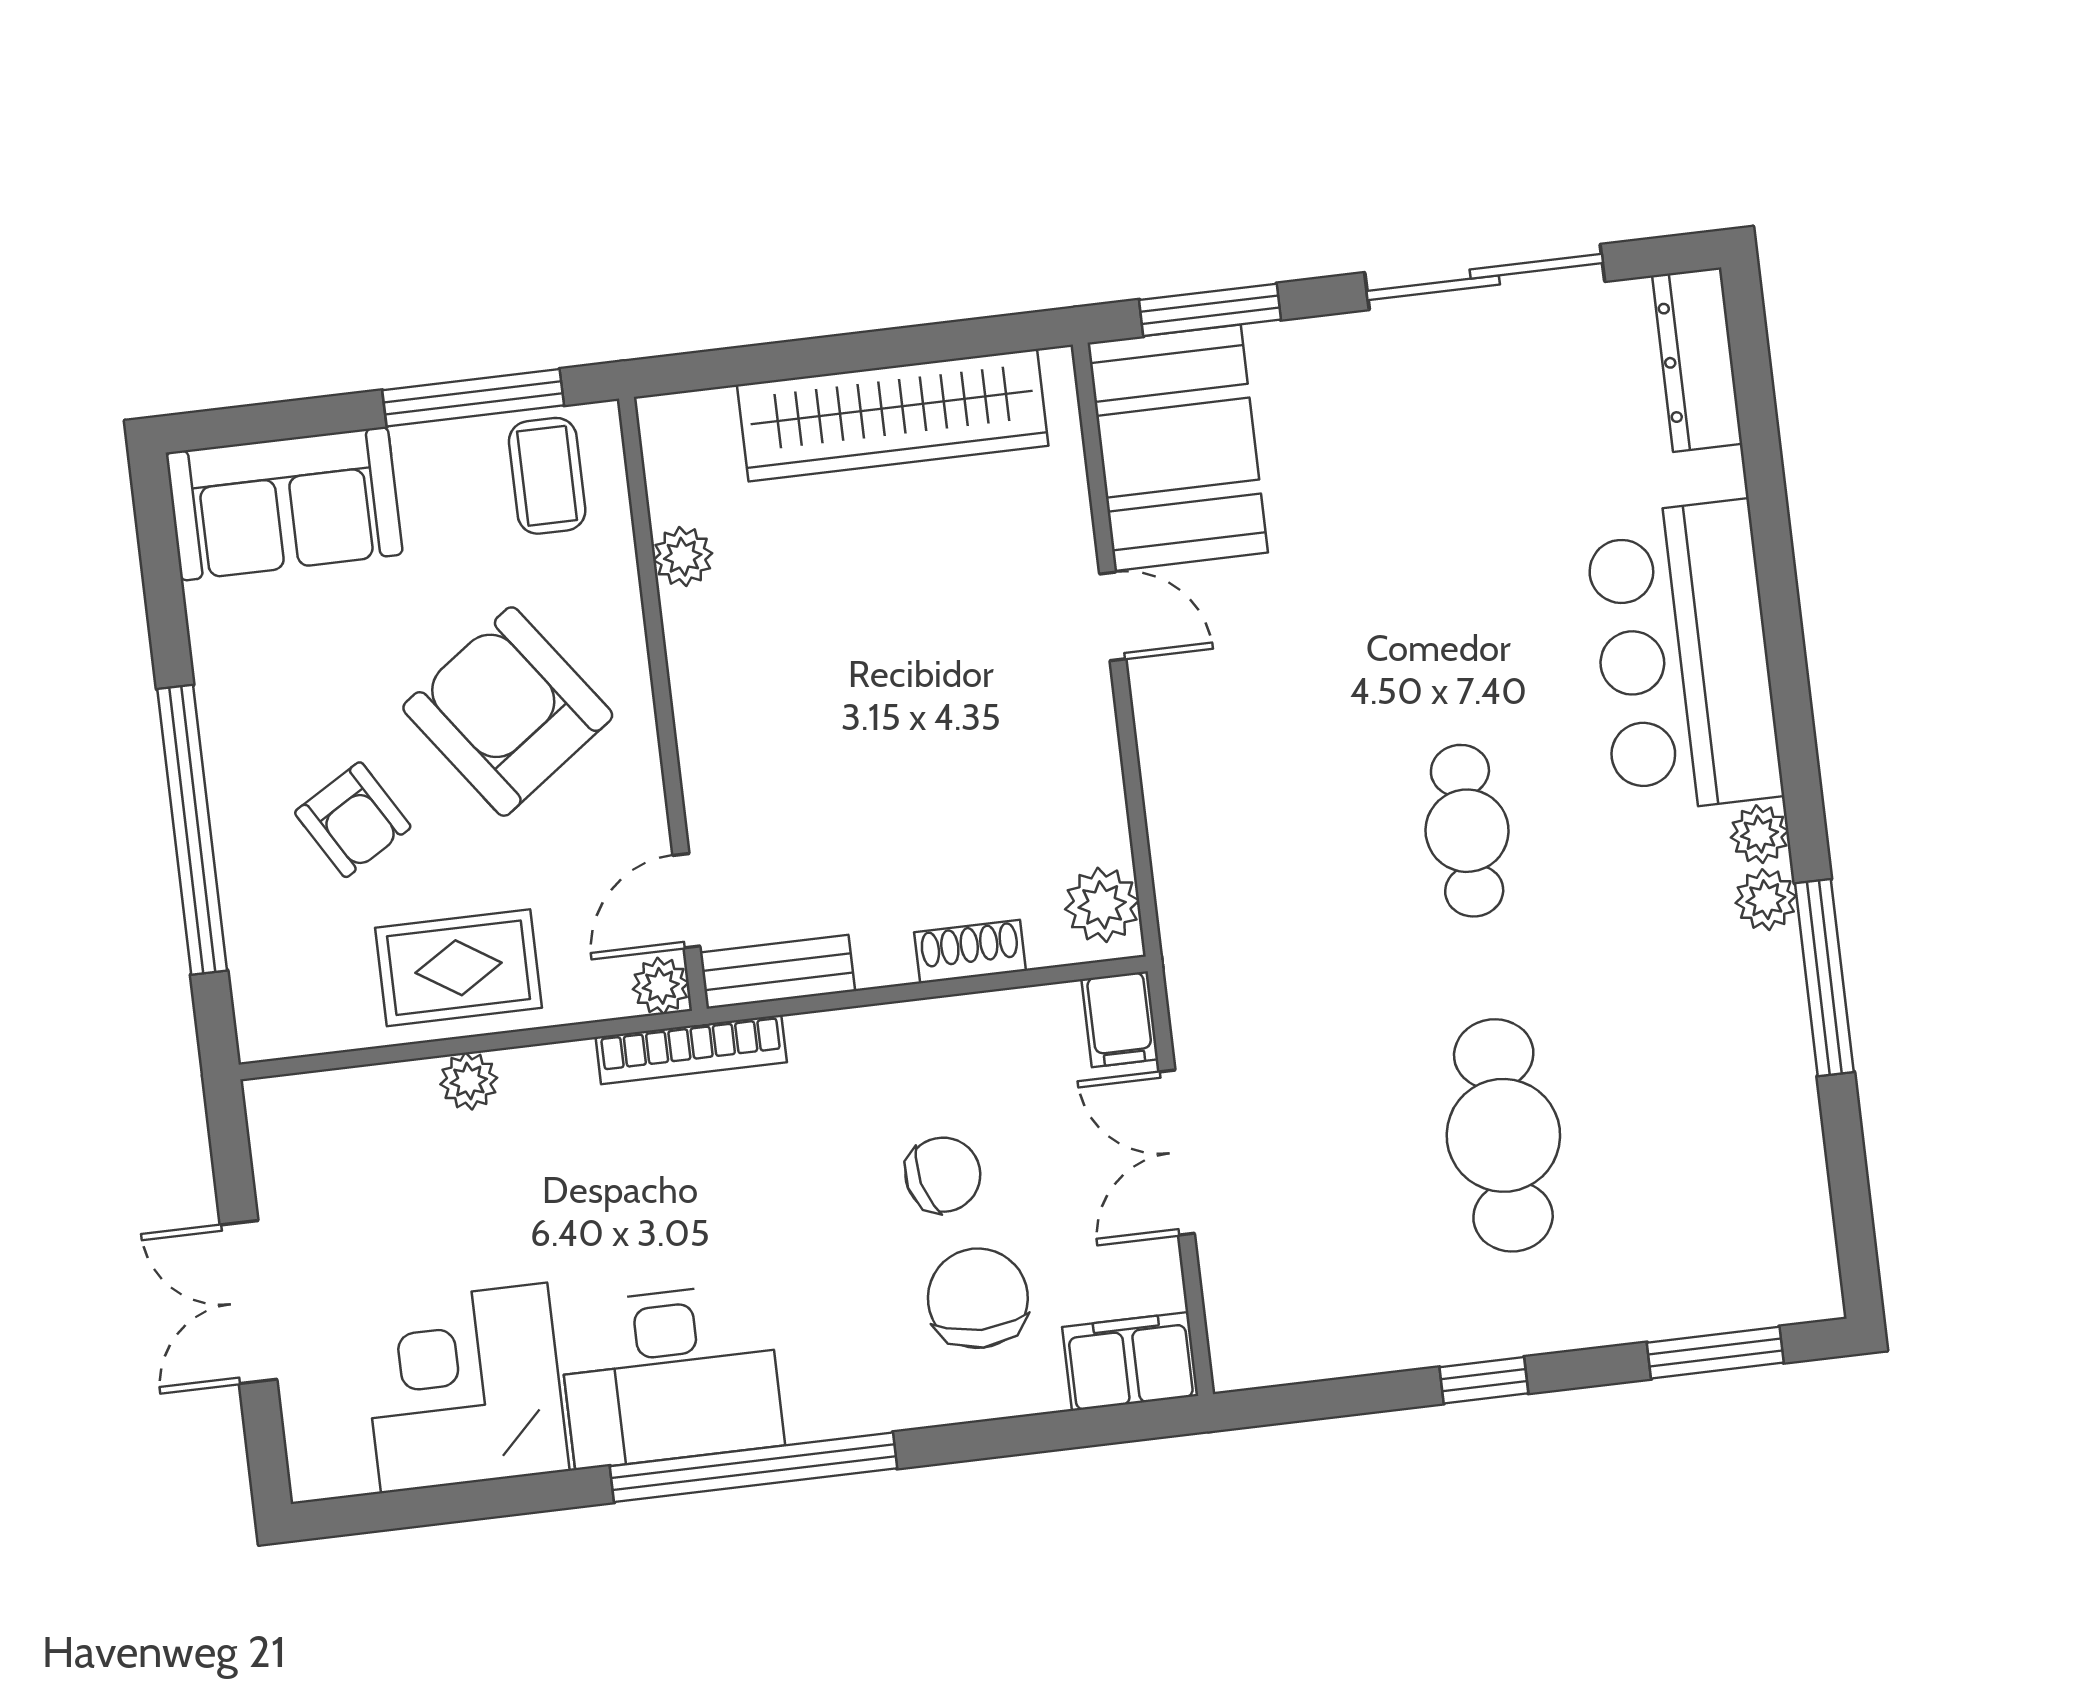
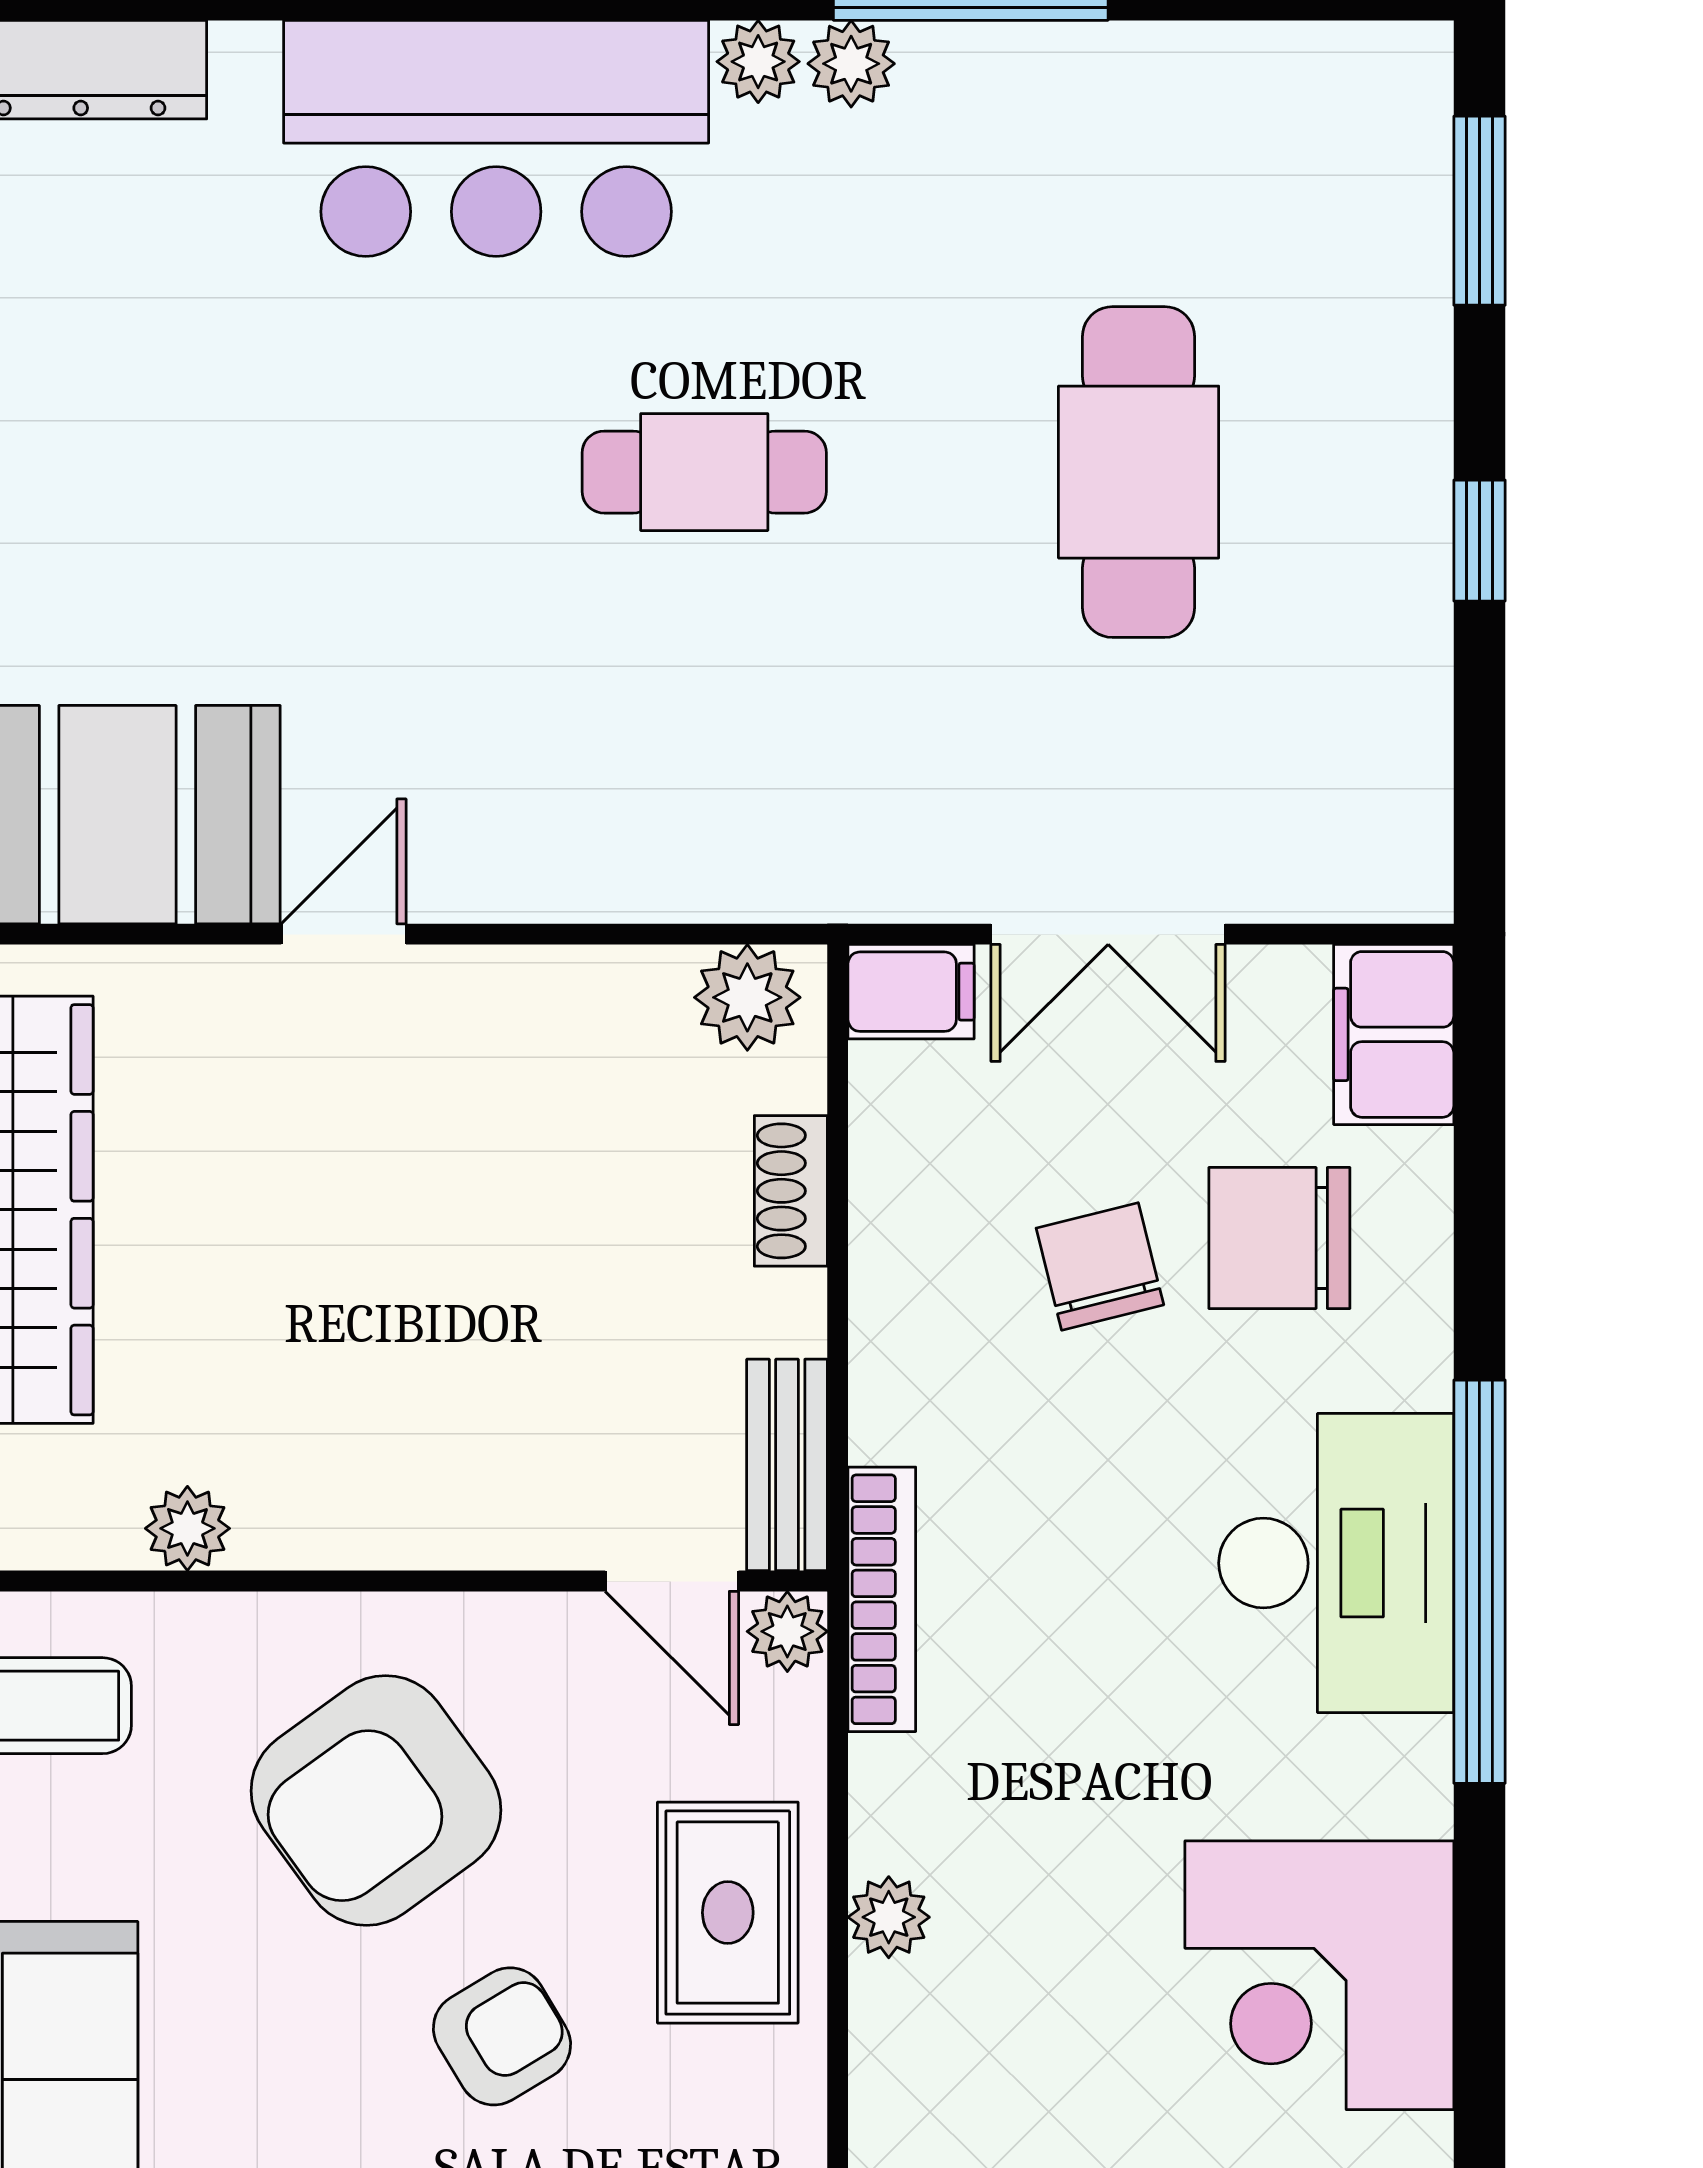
cafe table: (1503, 1135) -> (1139, 472), turned 90
desk: (670, 1375) -> (1336, 1563), moved

